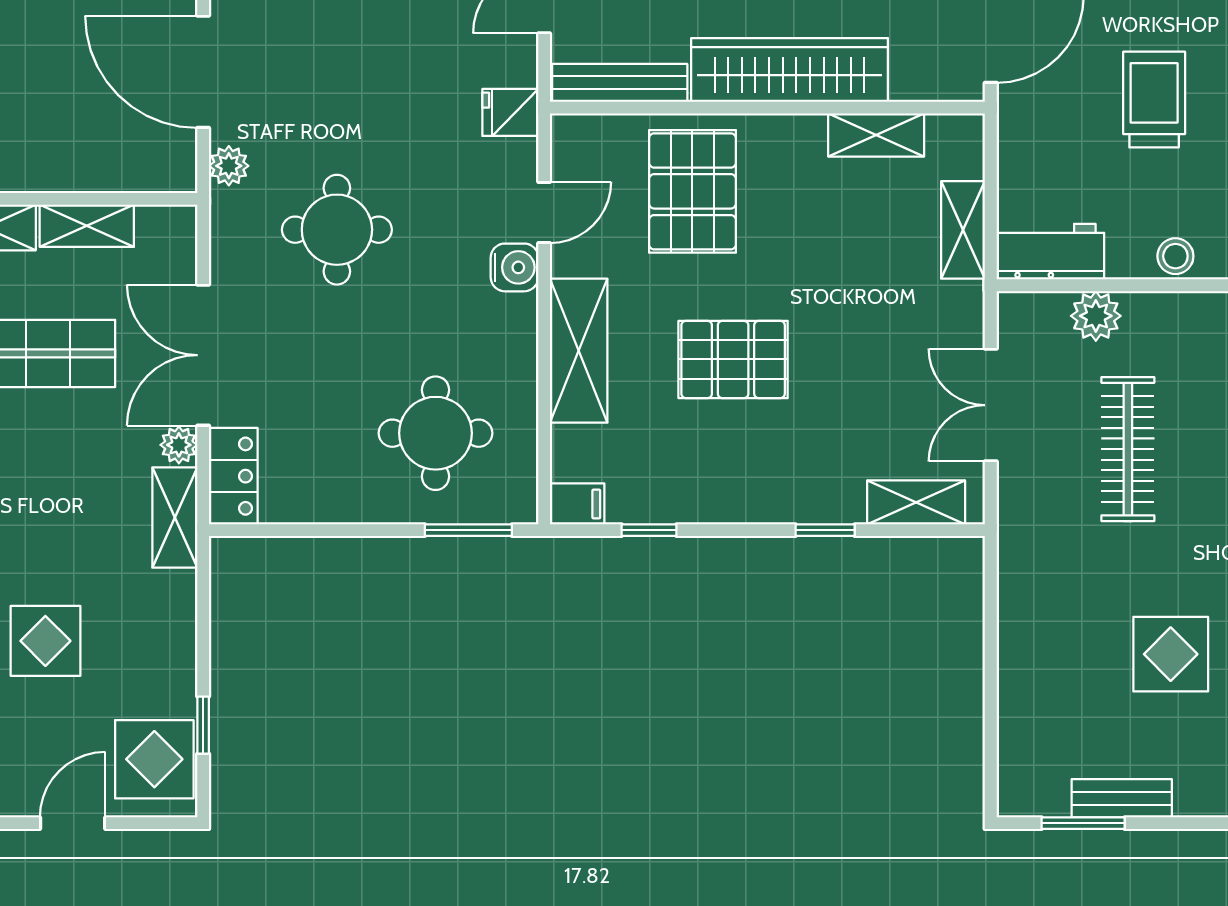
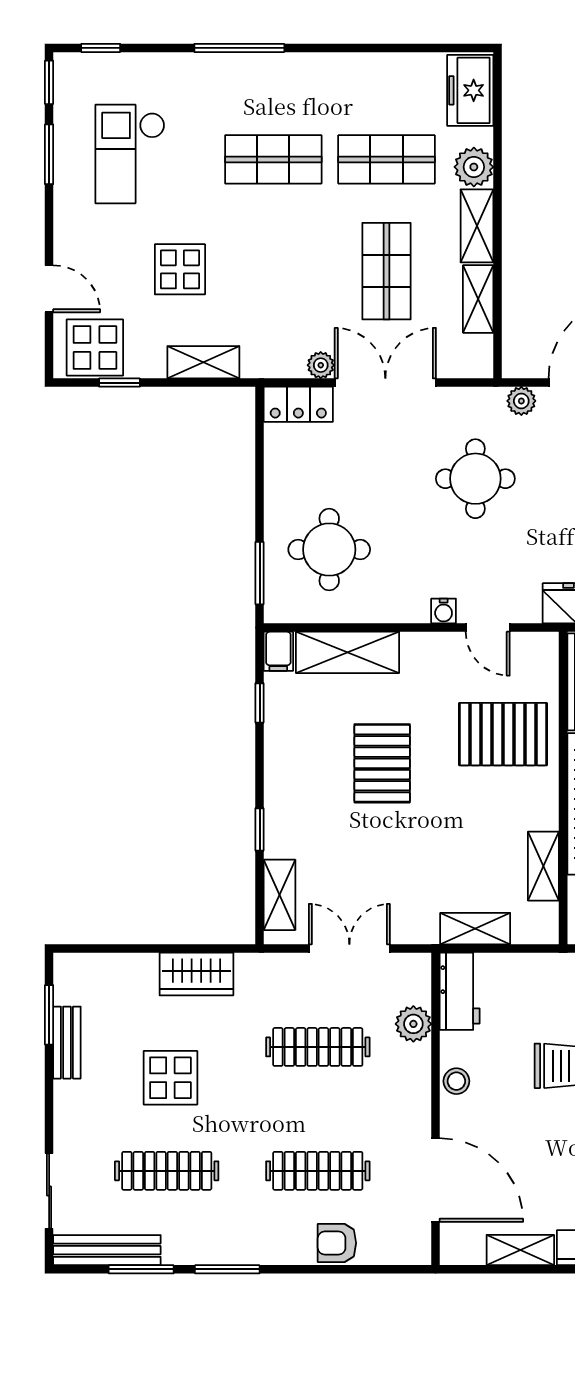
water cooler: (514, 267) -> (444, 611), width x0.72, depth x0.72
shelving: (579, 351) -> (348, 652), moved
shelving: (175, 518) -> (203, 362), moved
wardrobe: (1026, 618) -> (196, 974), added

